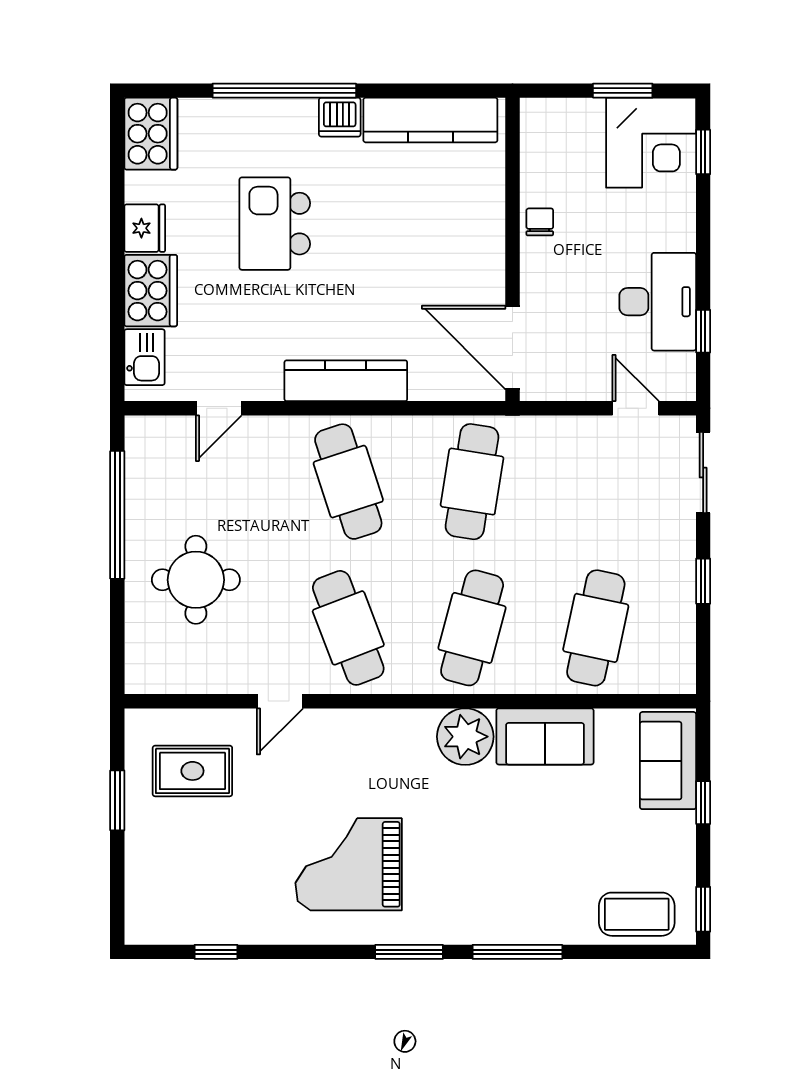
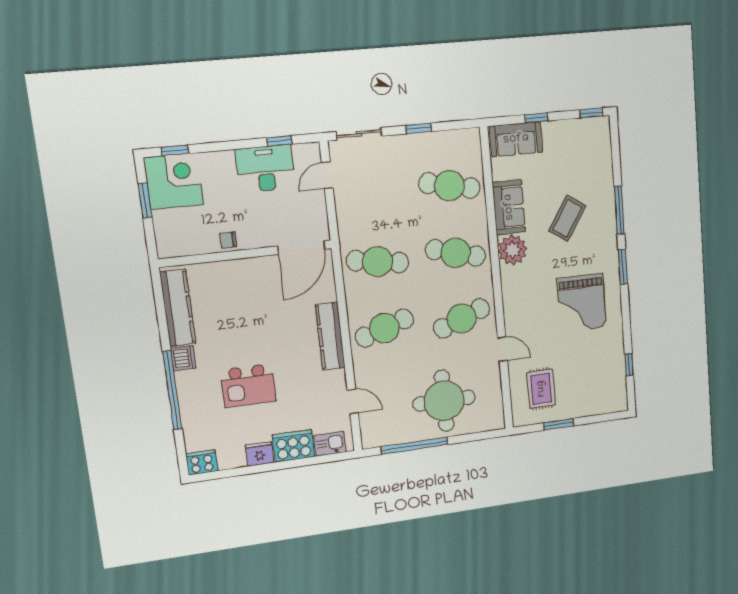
cooker: (151, 134) -> (202, 462), width x0.73, depth x0.76
round table: (196, 580) -> (444, 401), width x1.36, depth x1.36
coffee table: (637, 914) -> (567, 218), moved, turned 33

